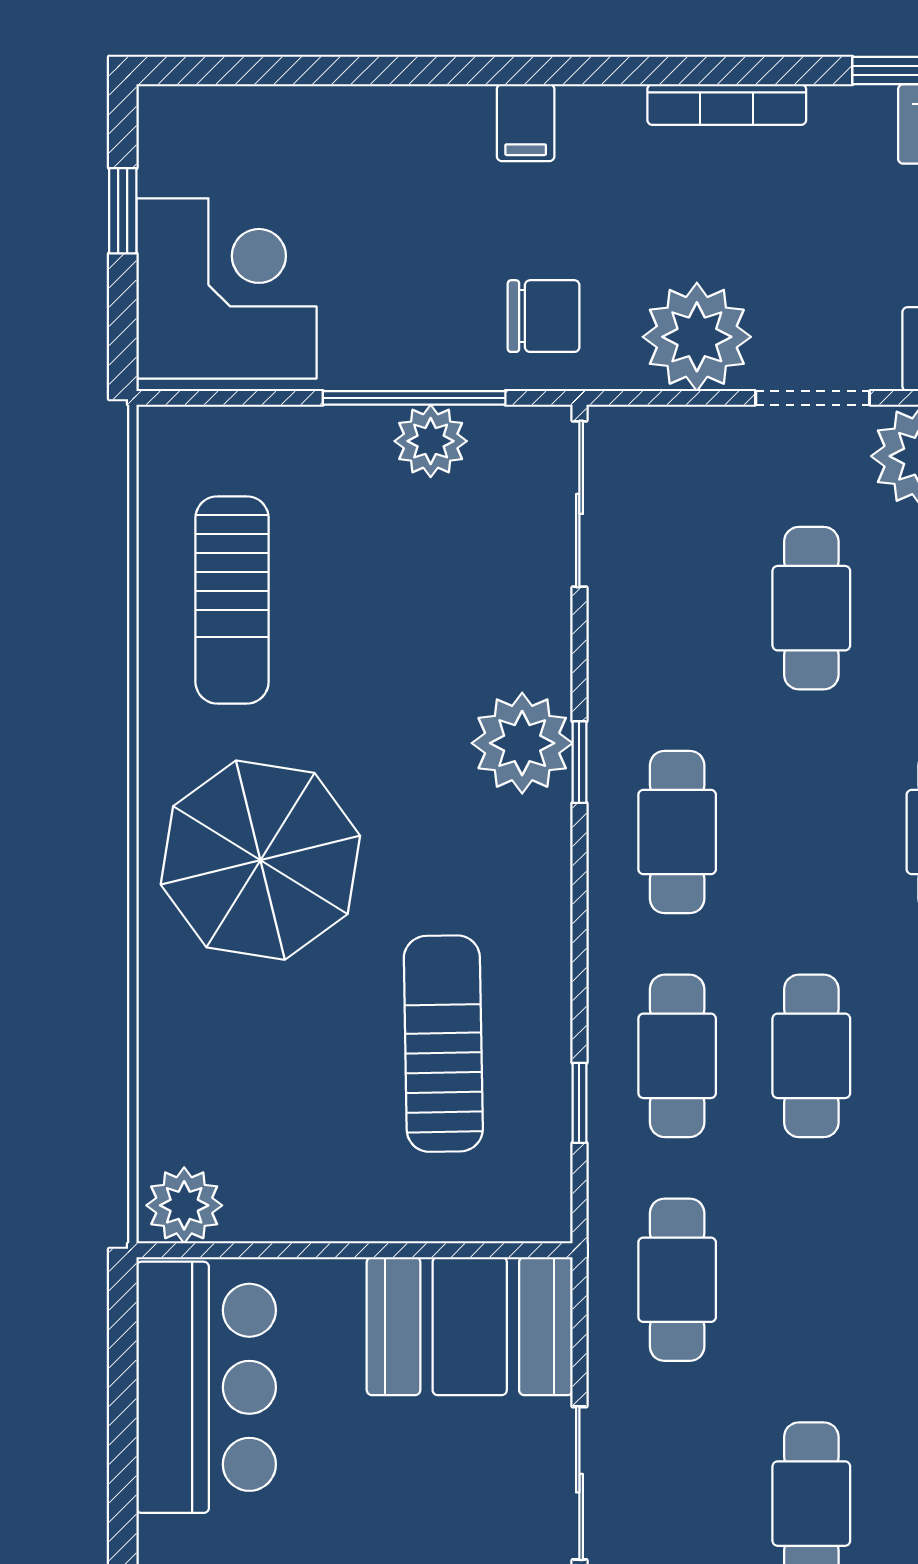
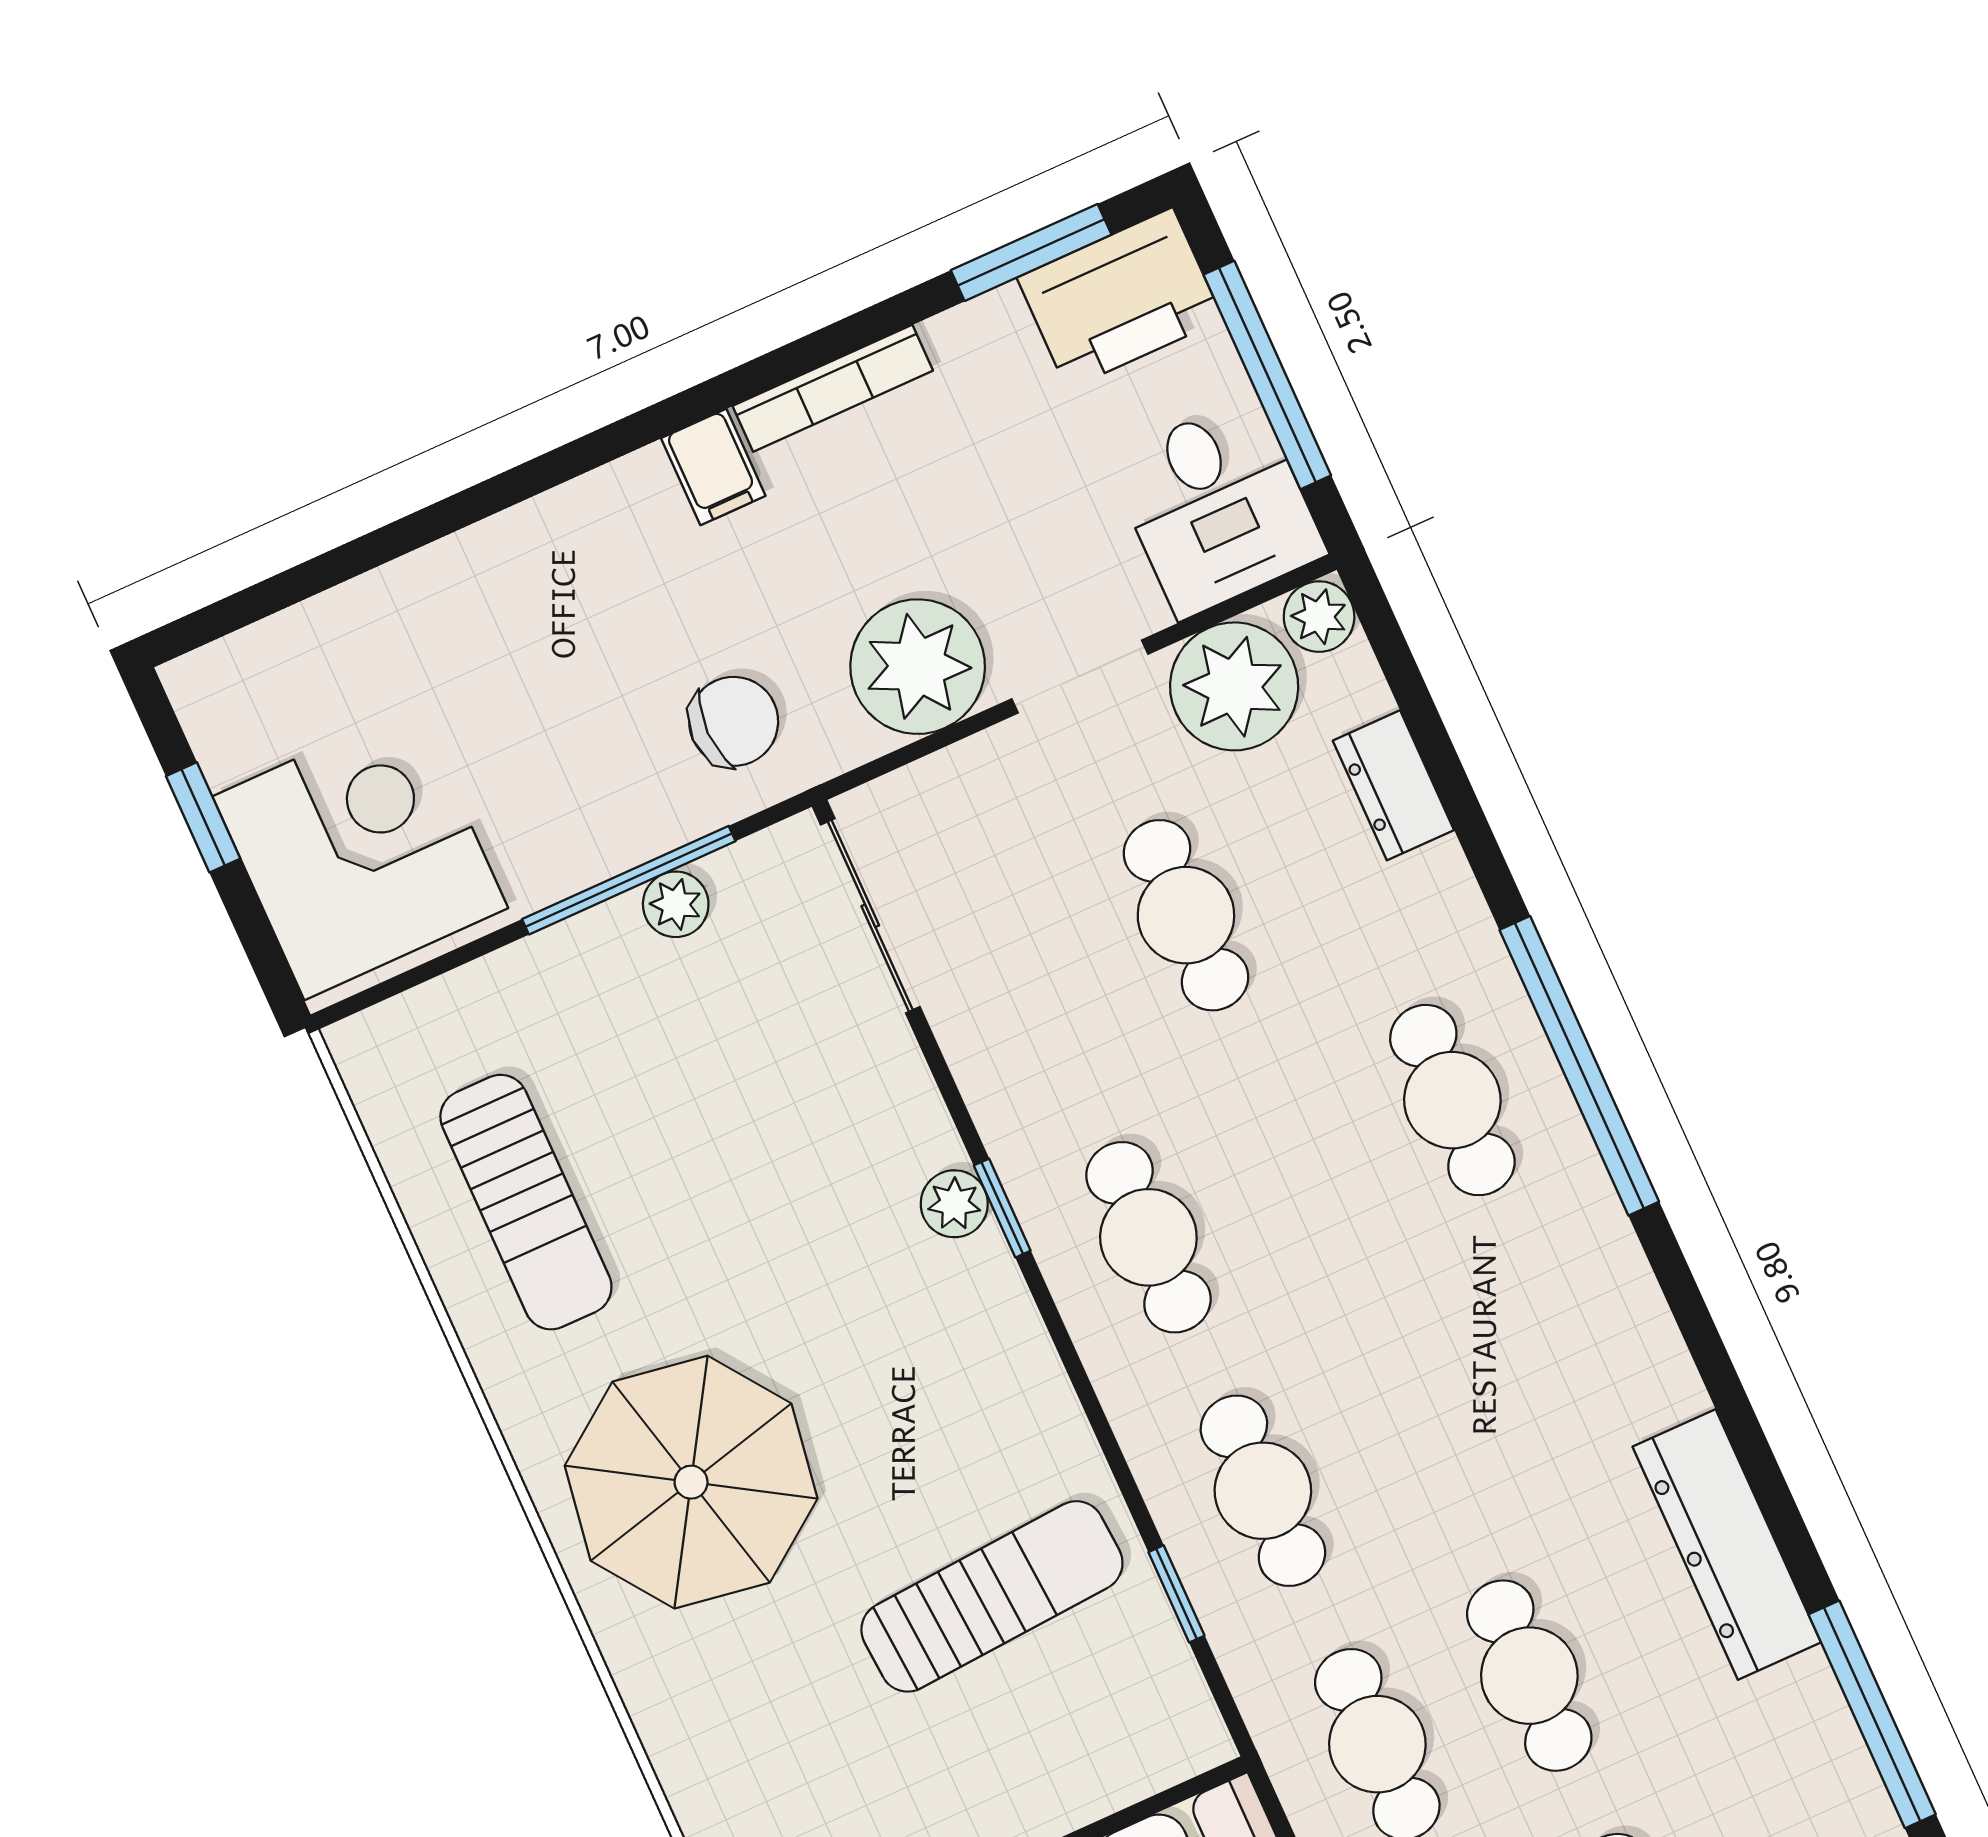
filing cabinet: (526, 123) -> (713, 467), moved
plant: (431, 441) -> (676, 904), width x0.73, depth x0.73
plant: (522, 743) -> (954, 1204), width x0.53, depth x0.53
sun lounger: (443, 1044) -> (992, 1596), turned 87
cafe table: (811, 1056) -> (1529, 1676), moved

